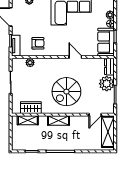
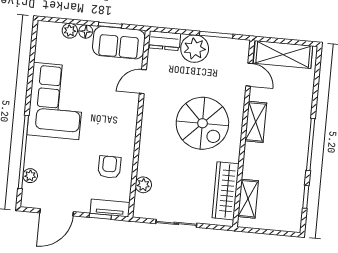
door: (75, 57) -> (143, 82), moved
wardrobe: (31, 108) -> (226, 191), width x1.50
shelving: (59, 120) -> (256, 122), moved

